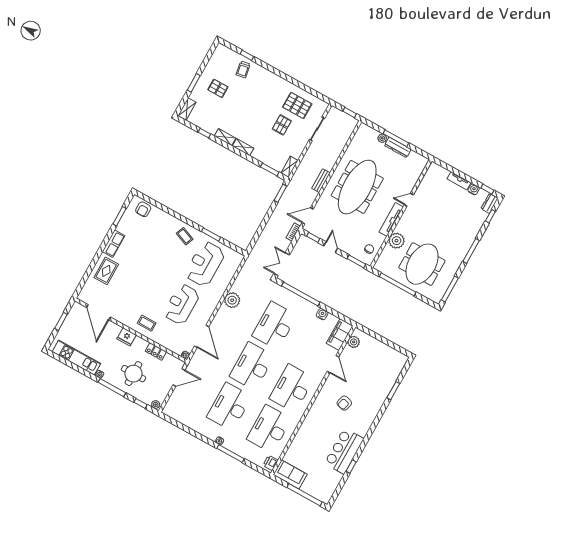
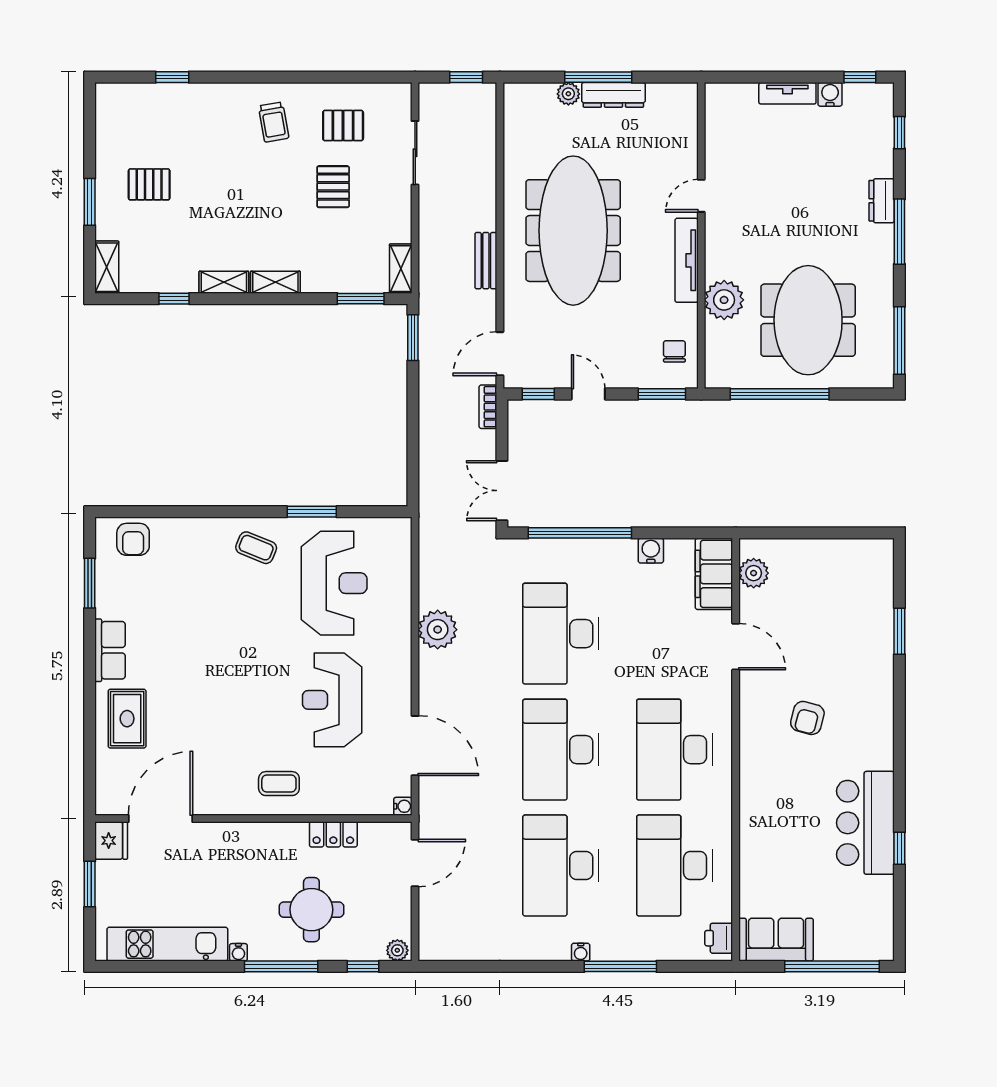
trolley: (243, 69) -> (274, 122), moved
pallet: (297, 105) -> (343, 126), width x0.67, depth x0.71
dresser: (489, 203) -> (882, 201), moved
reception desk: (205, 264) -> (334, 583), turned 180
door: (98, 312) -> (160, 818), swing flipped
fridge: (127, 337) -> (111, 841), moved, turned -90

